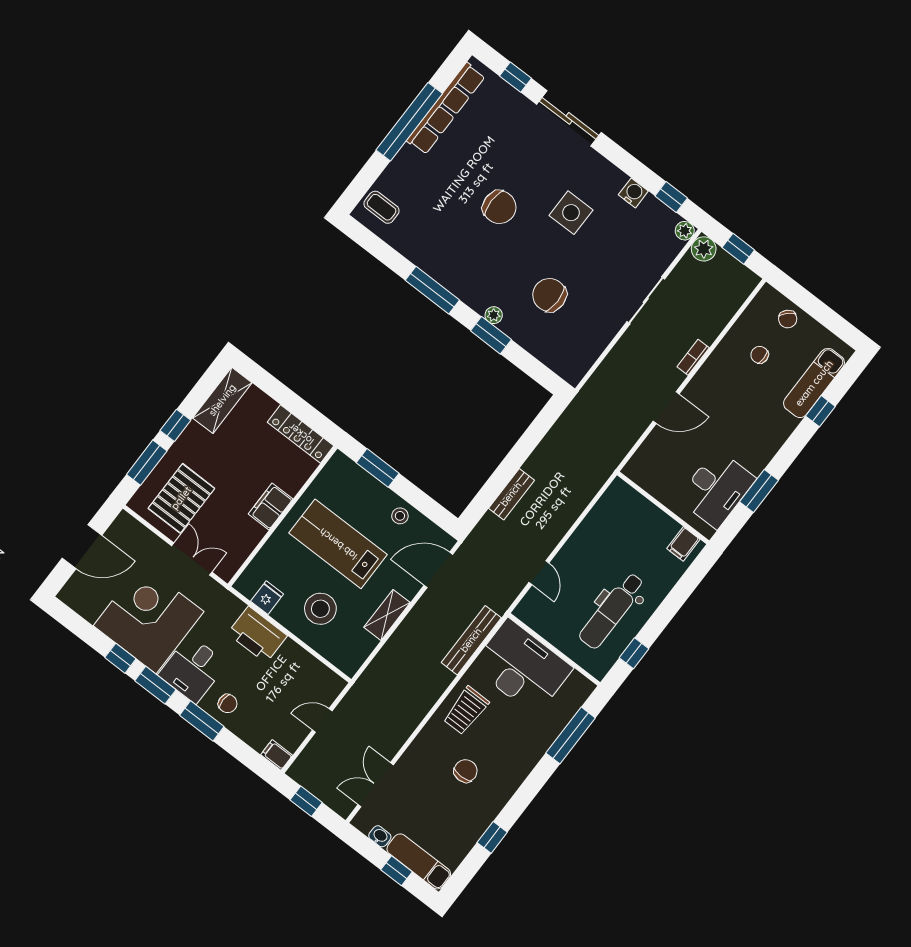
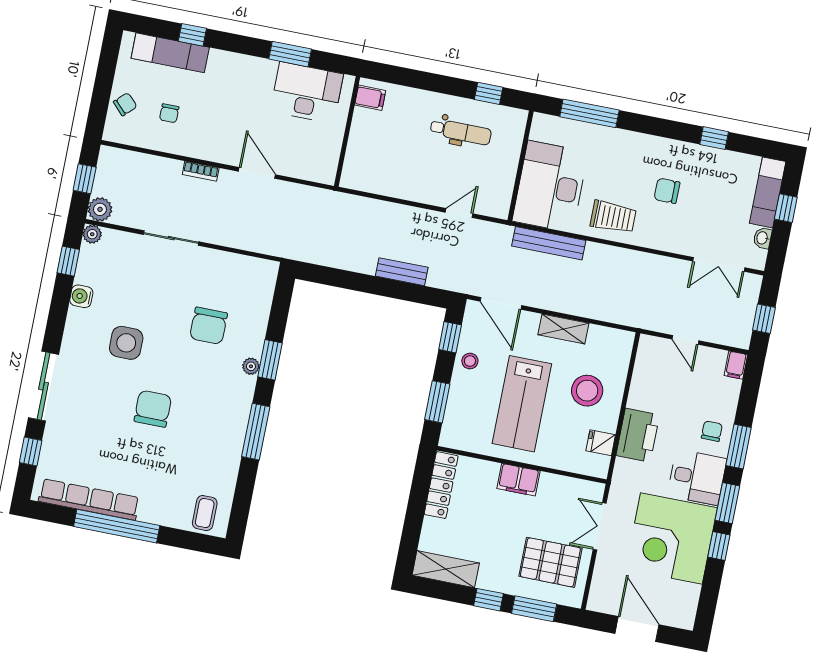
window: (430, 509) -> (450, 337), added
dental chair: (612, 611) -> (461, 132), width x0.73, depth x0.72

